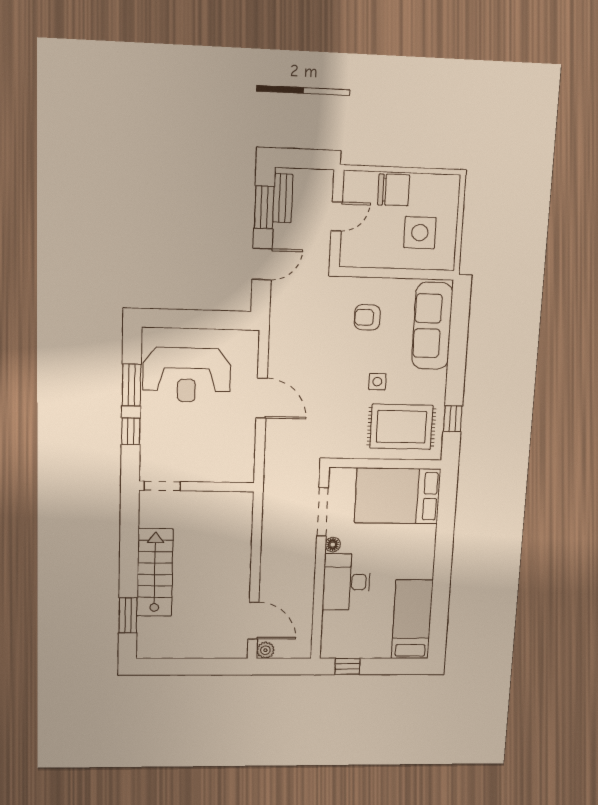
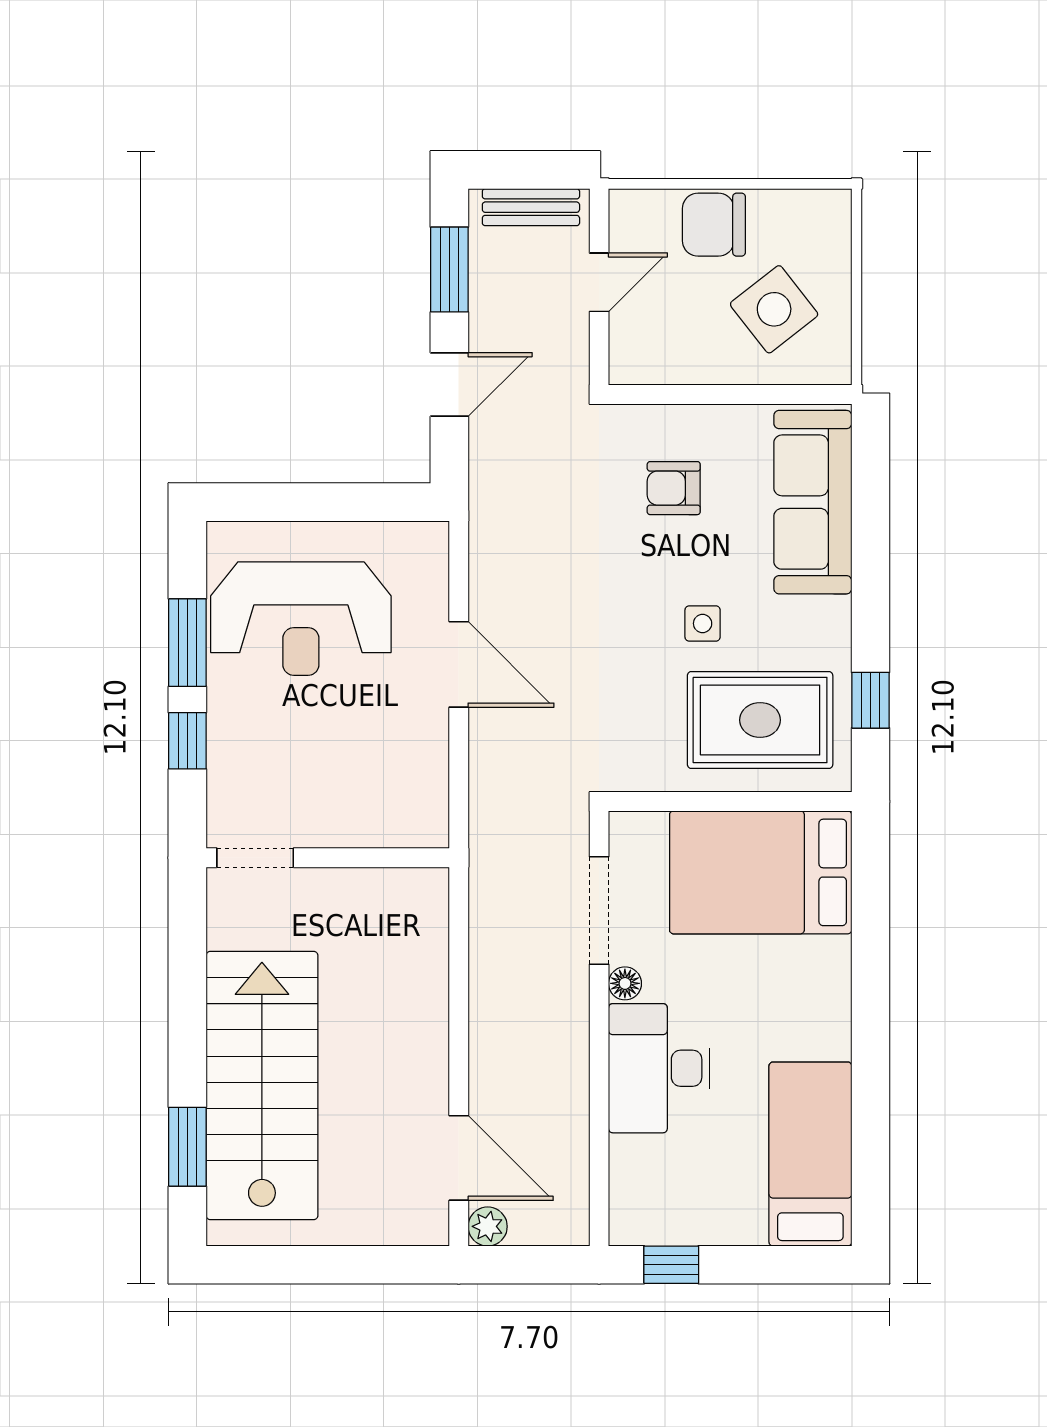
chair: (394, 190) -> (714, 225), turned 180
bench: (283, 198) -> (531, 207), moved, turned 90
side table: (420, 233) -> (774, 309), turned -38
stairs: (155, 573) -> (262, 1086), width x1.36, depth x1.51

